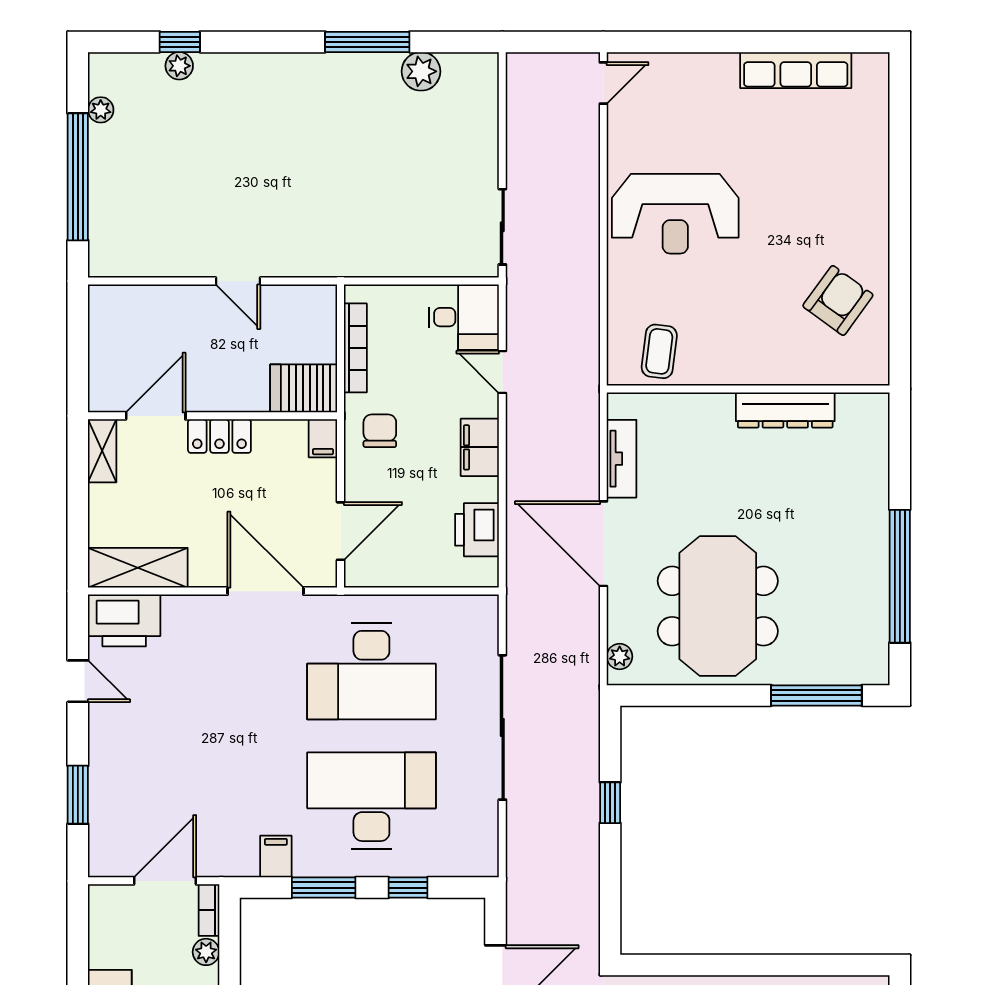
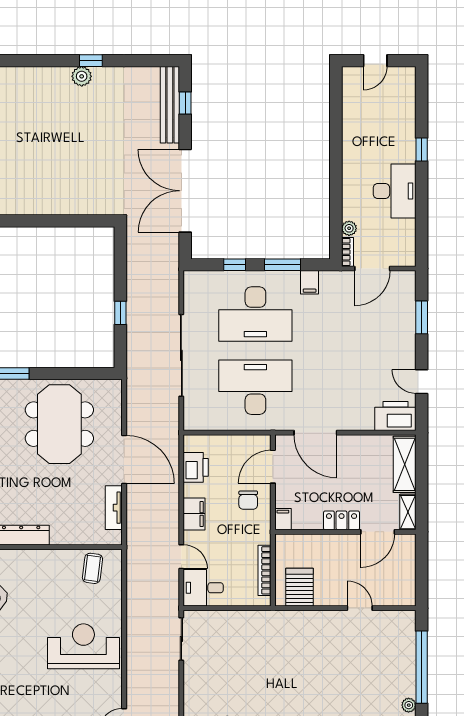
door: (238, 281) -> (360, 608), moved
server rack: (304, 388) -> (300, 587), moved, turned -90
chair: (380, 431) -> (248, 500), moved
shelving: (138, 568) -> (405, 464), moved, turned 90
plant: (620, 656) -> (115, 396), removed

